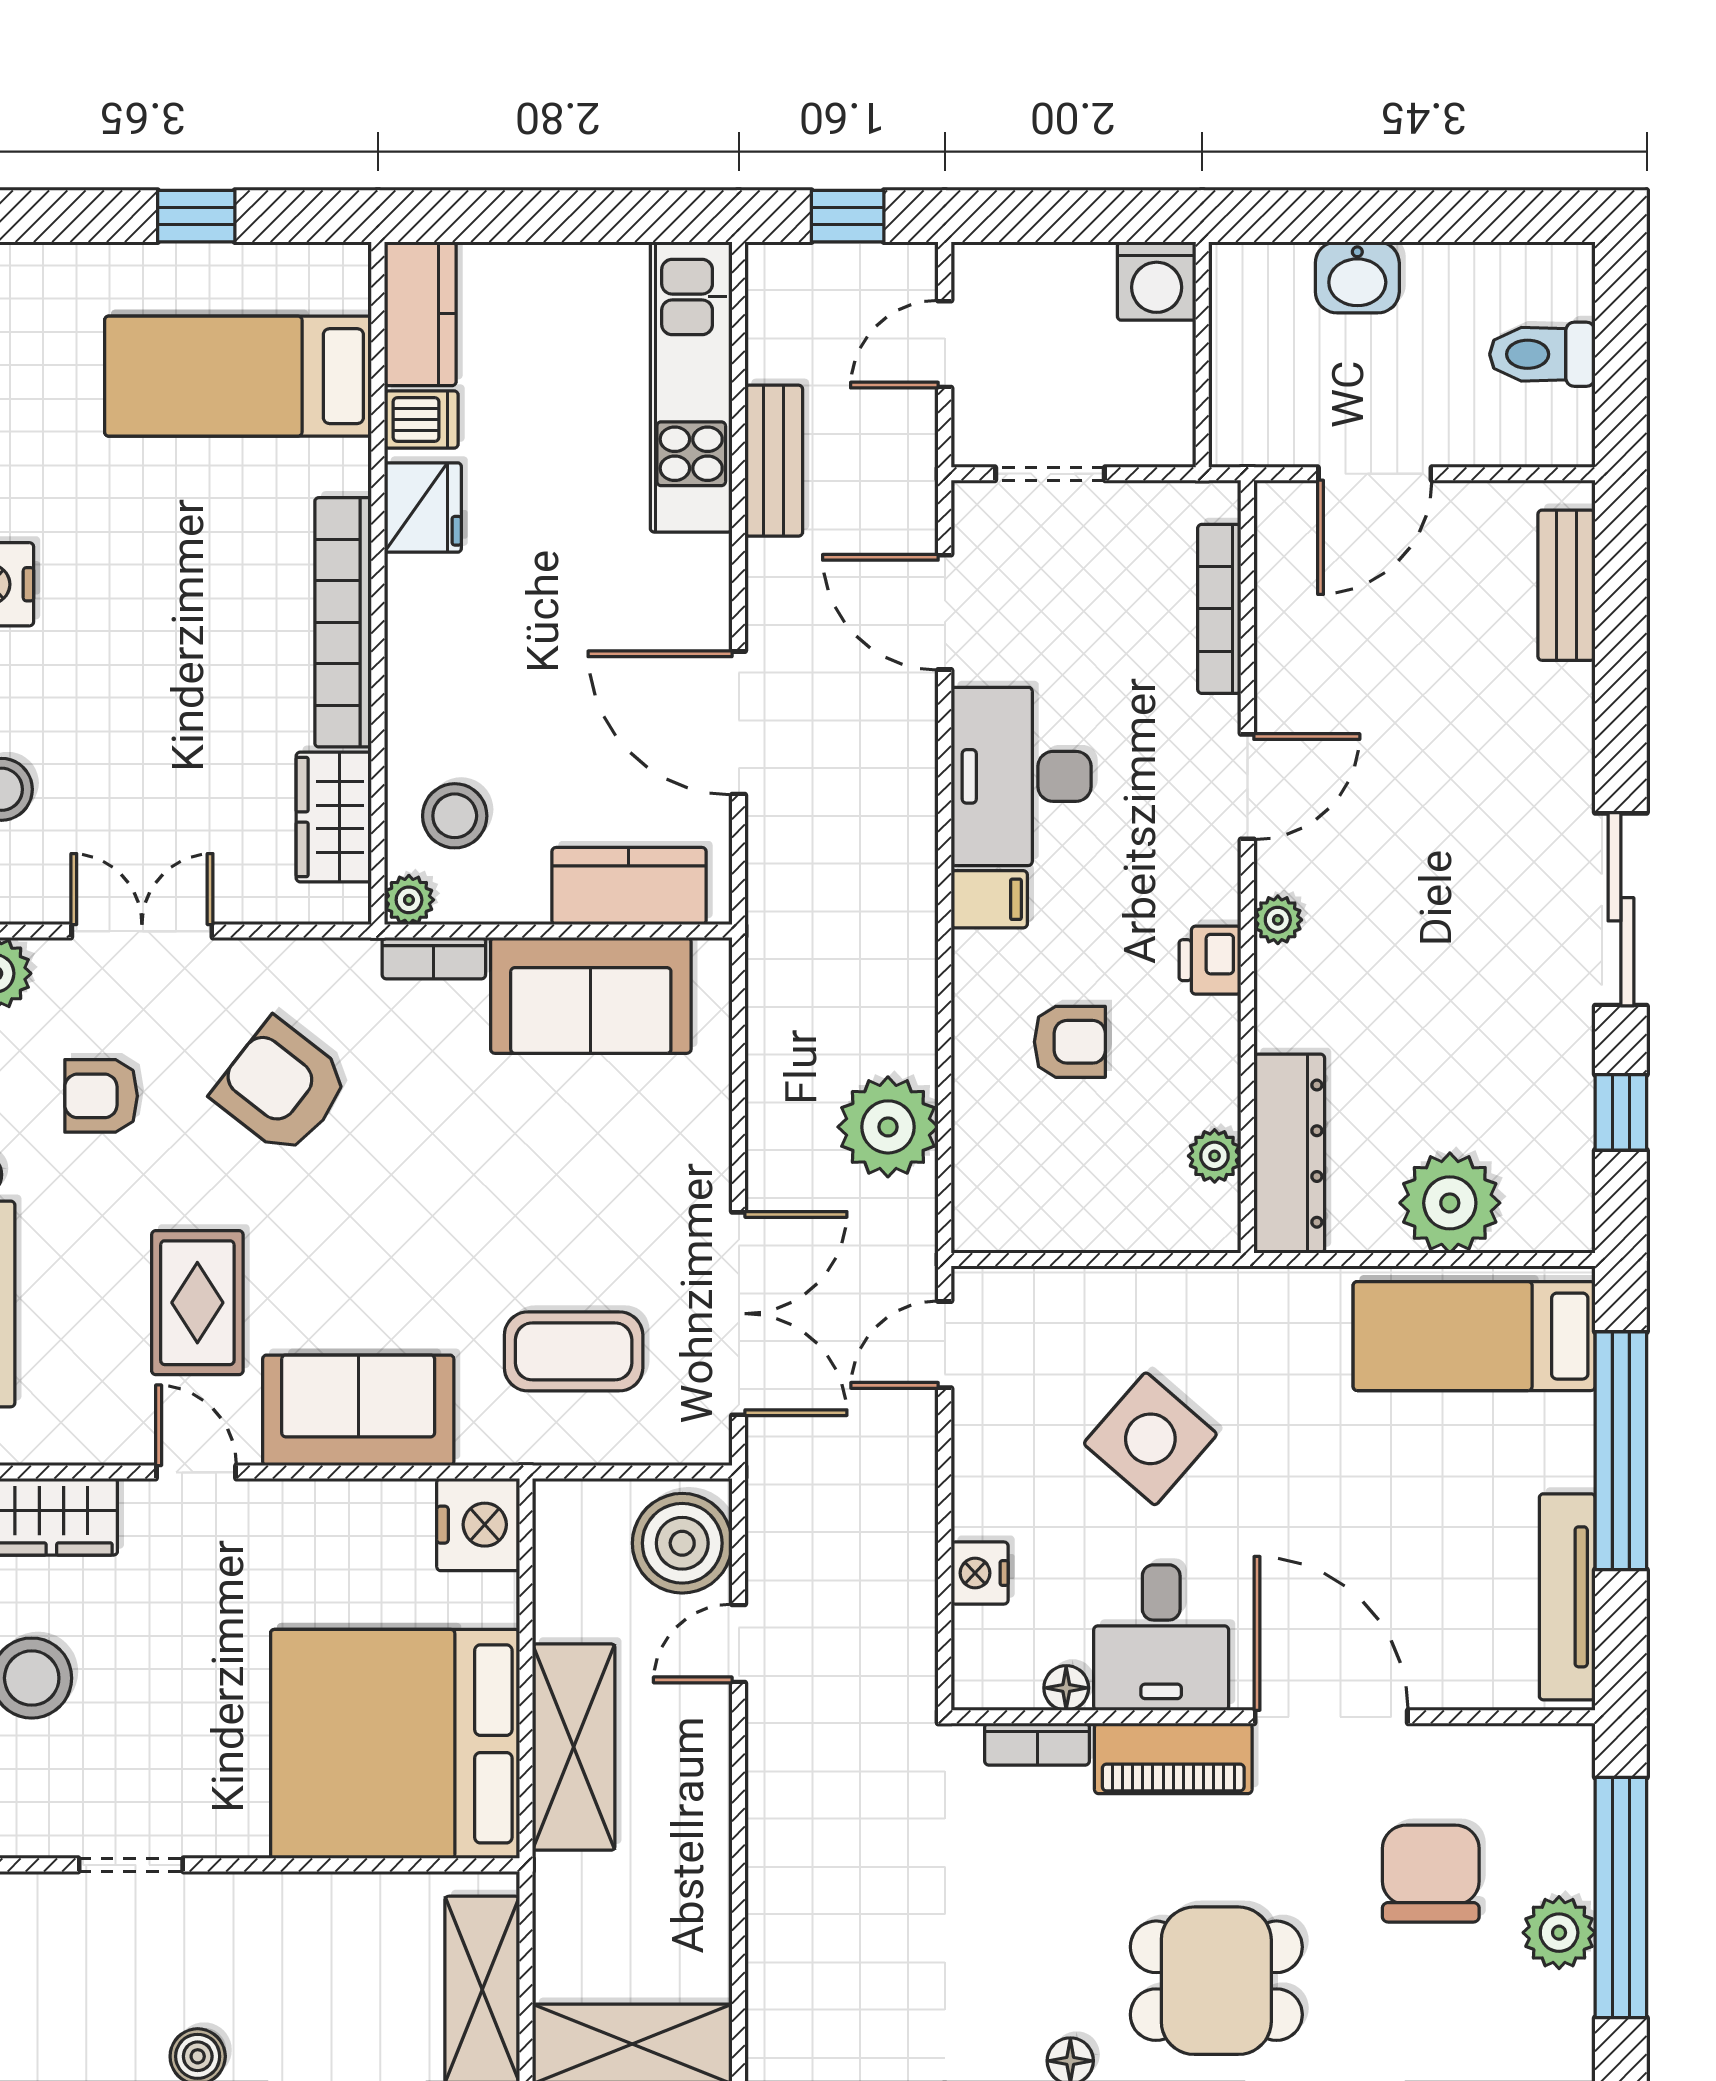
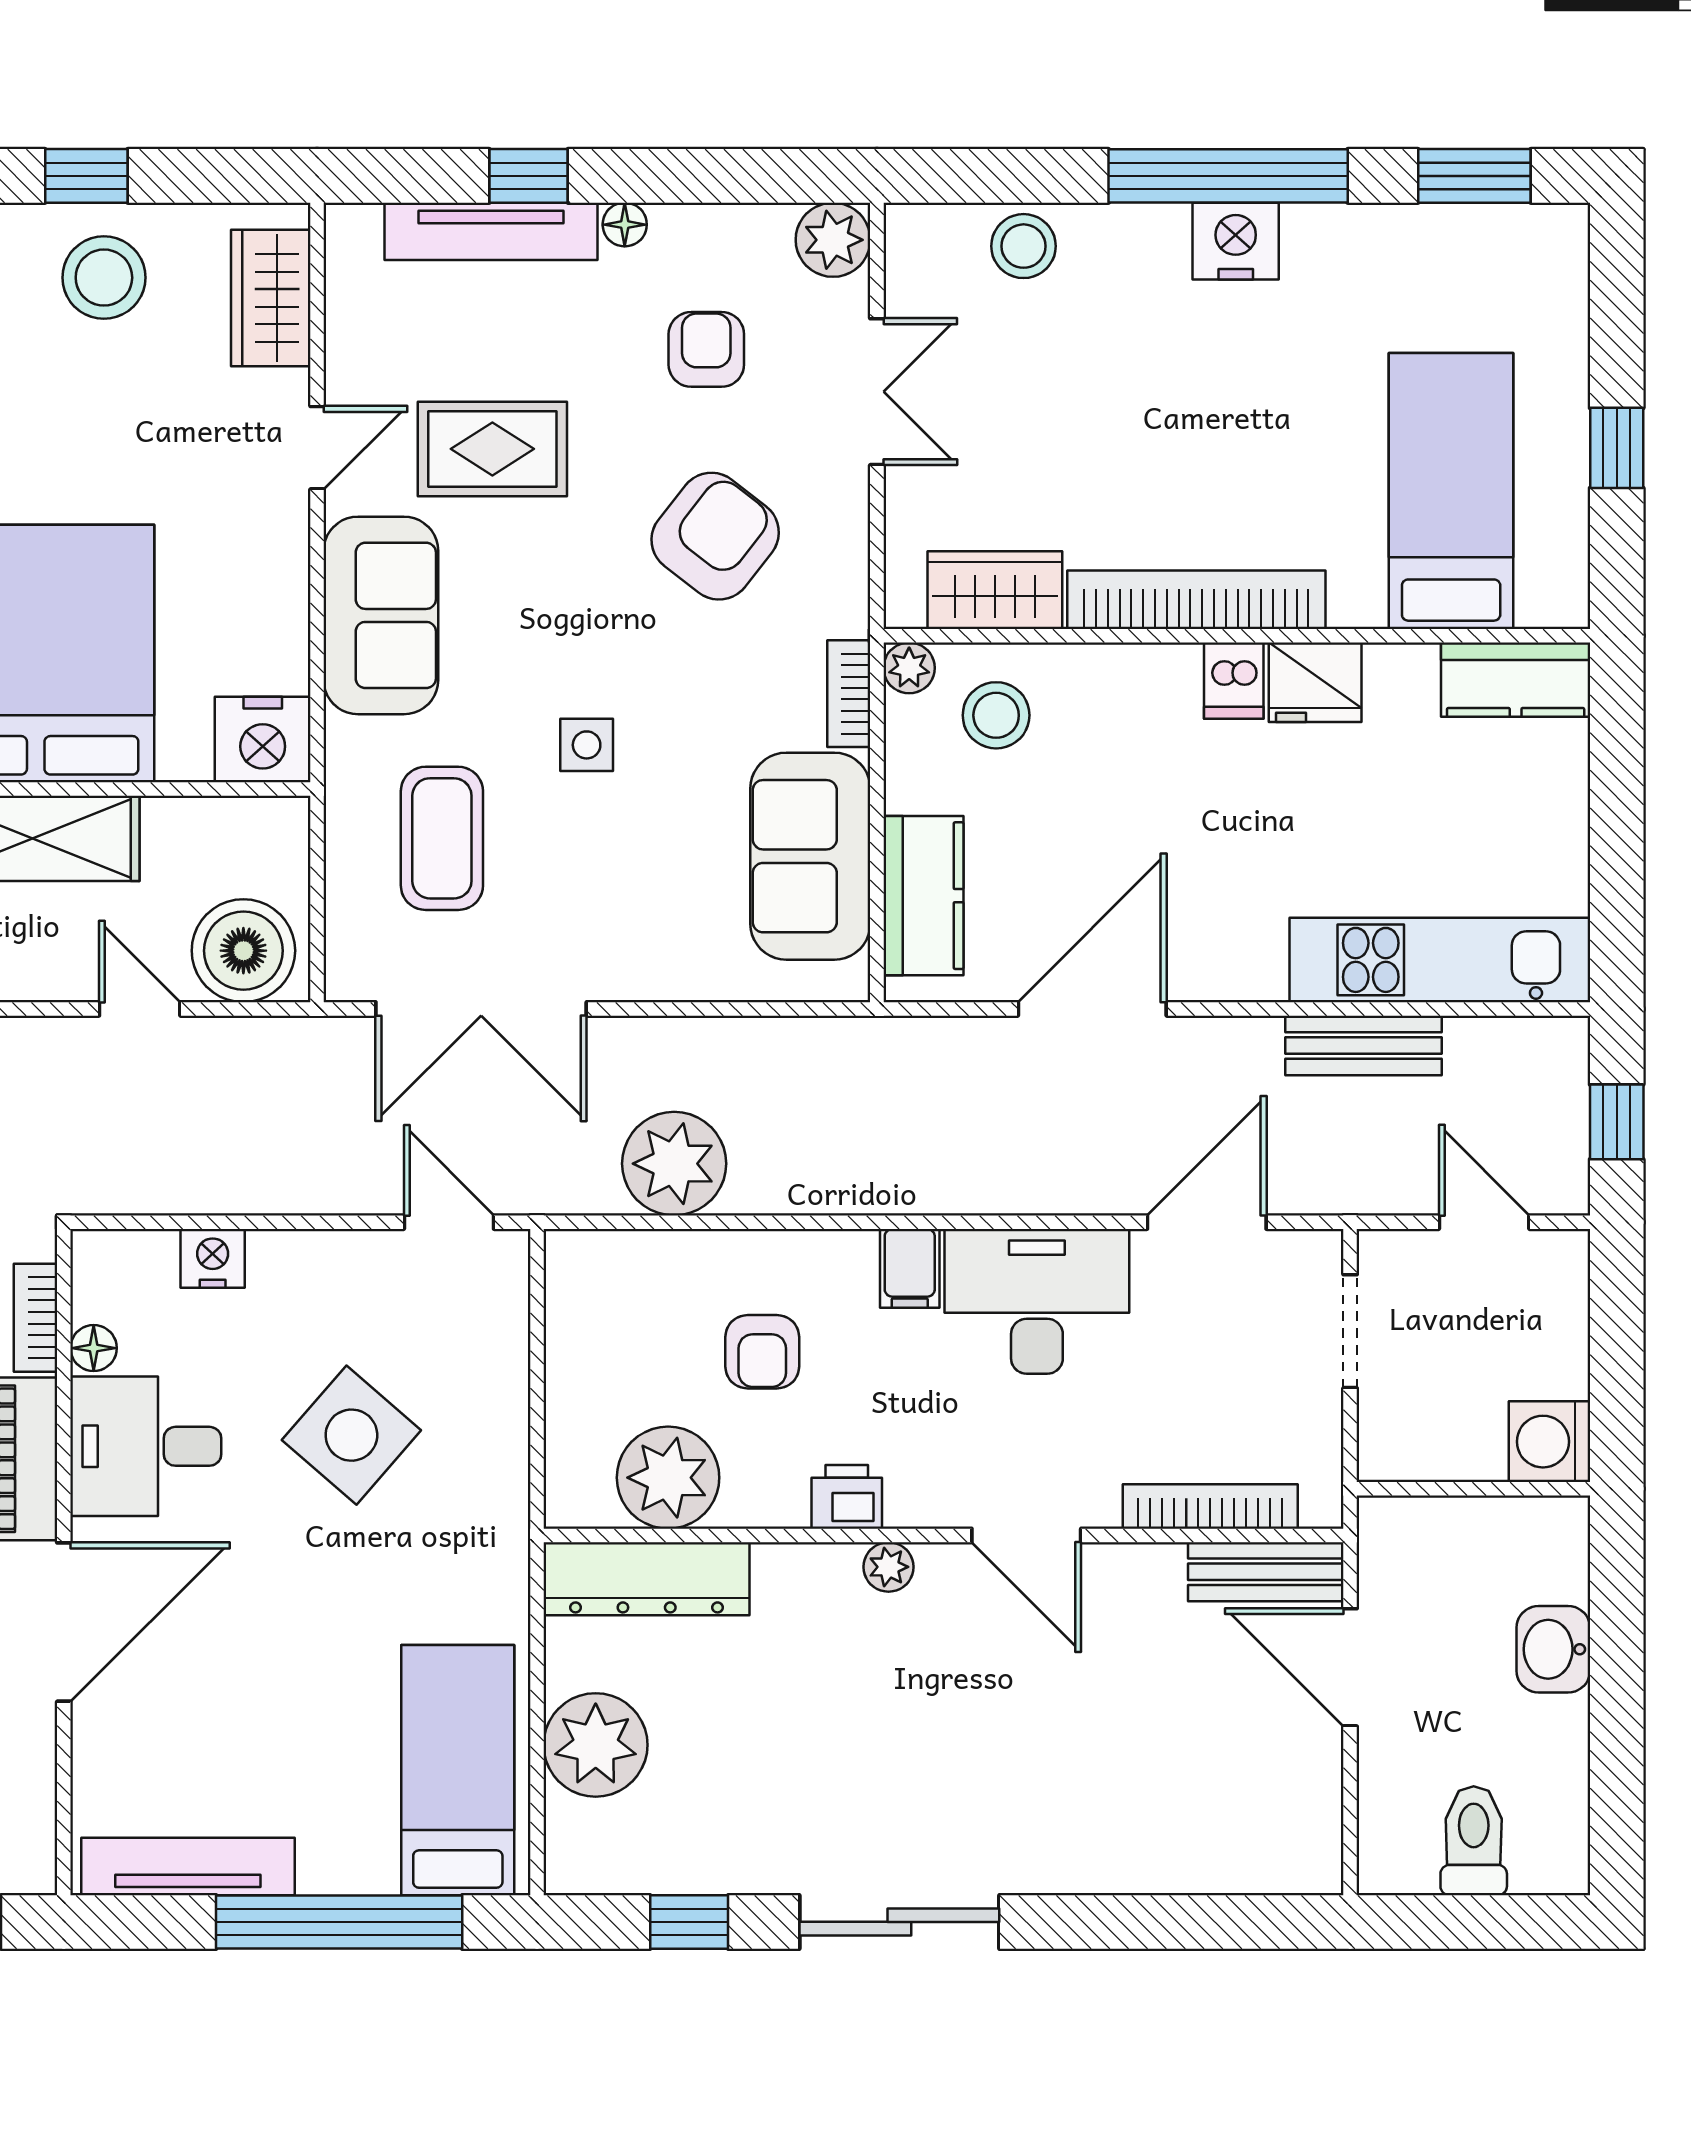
dishwasher: (421, 420) -> (1234, 681), moved
bench: (1566, 585) -> (1266, 1572), moved
plant: (1215, 1156) -> (668, 1478), width x1.88, depth x1.88
side table: (483, 1212) -> (587, 745), added

